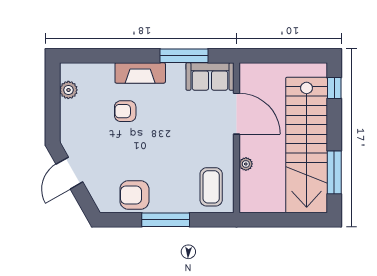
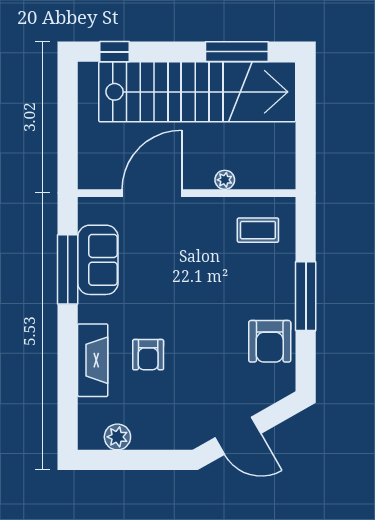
fireplace: (140, 73) -> (93, 360), moved
sofa: (210, 76) -> (98, 260), moved
coffee table: (211, 187) -> (258, 230), width x0.73, depth x0.77

